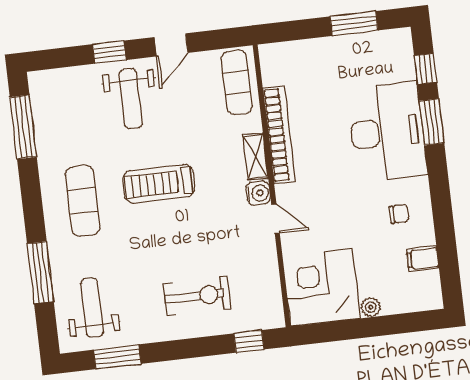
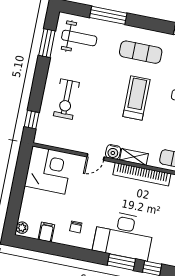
plant: (371, 307) -> (22, 228), moved

